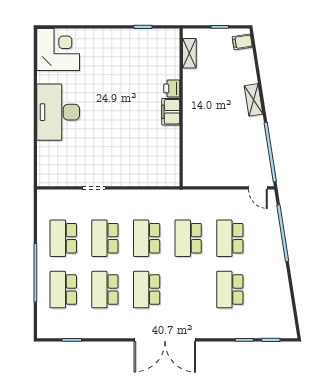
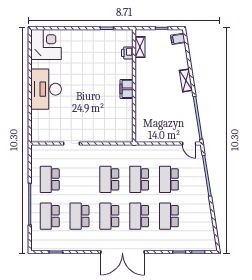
printer: (172, 88) -> (127, 53), moved
school desk: (105, 238) -> (139, 216), moved

